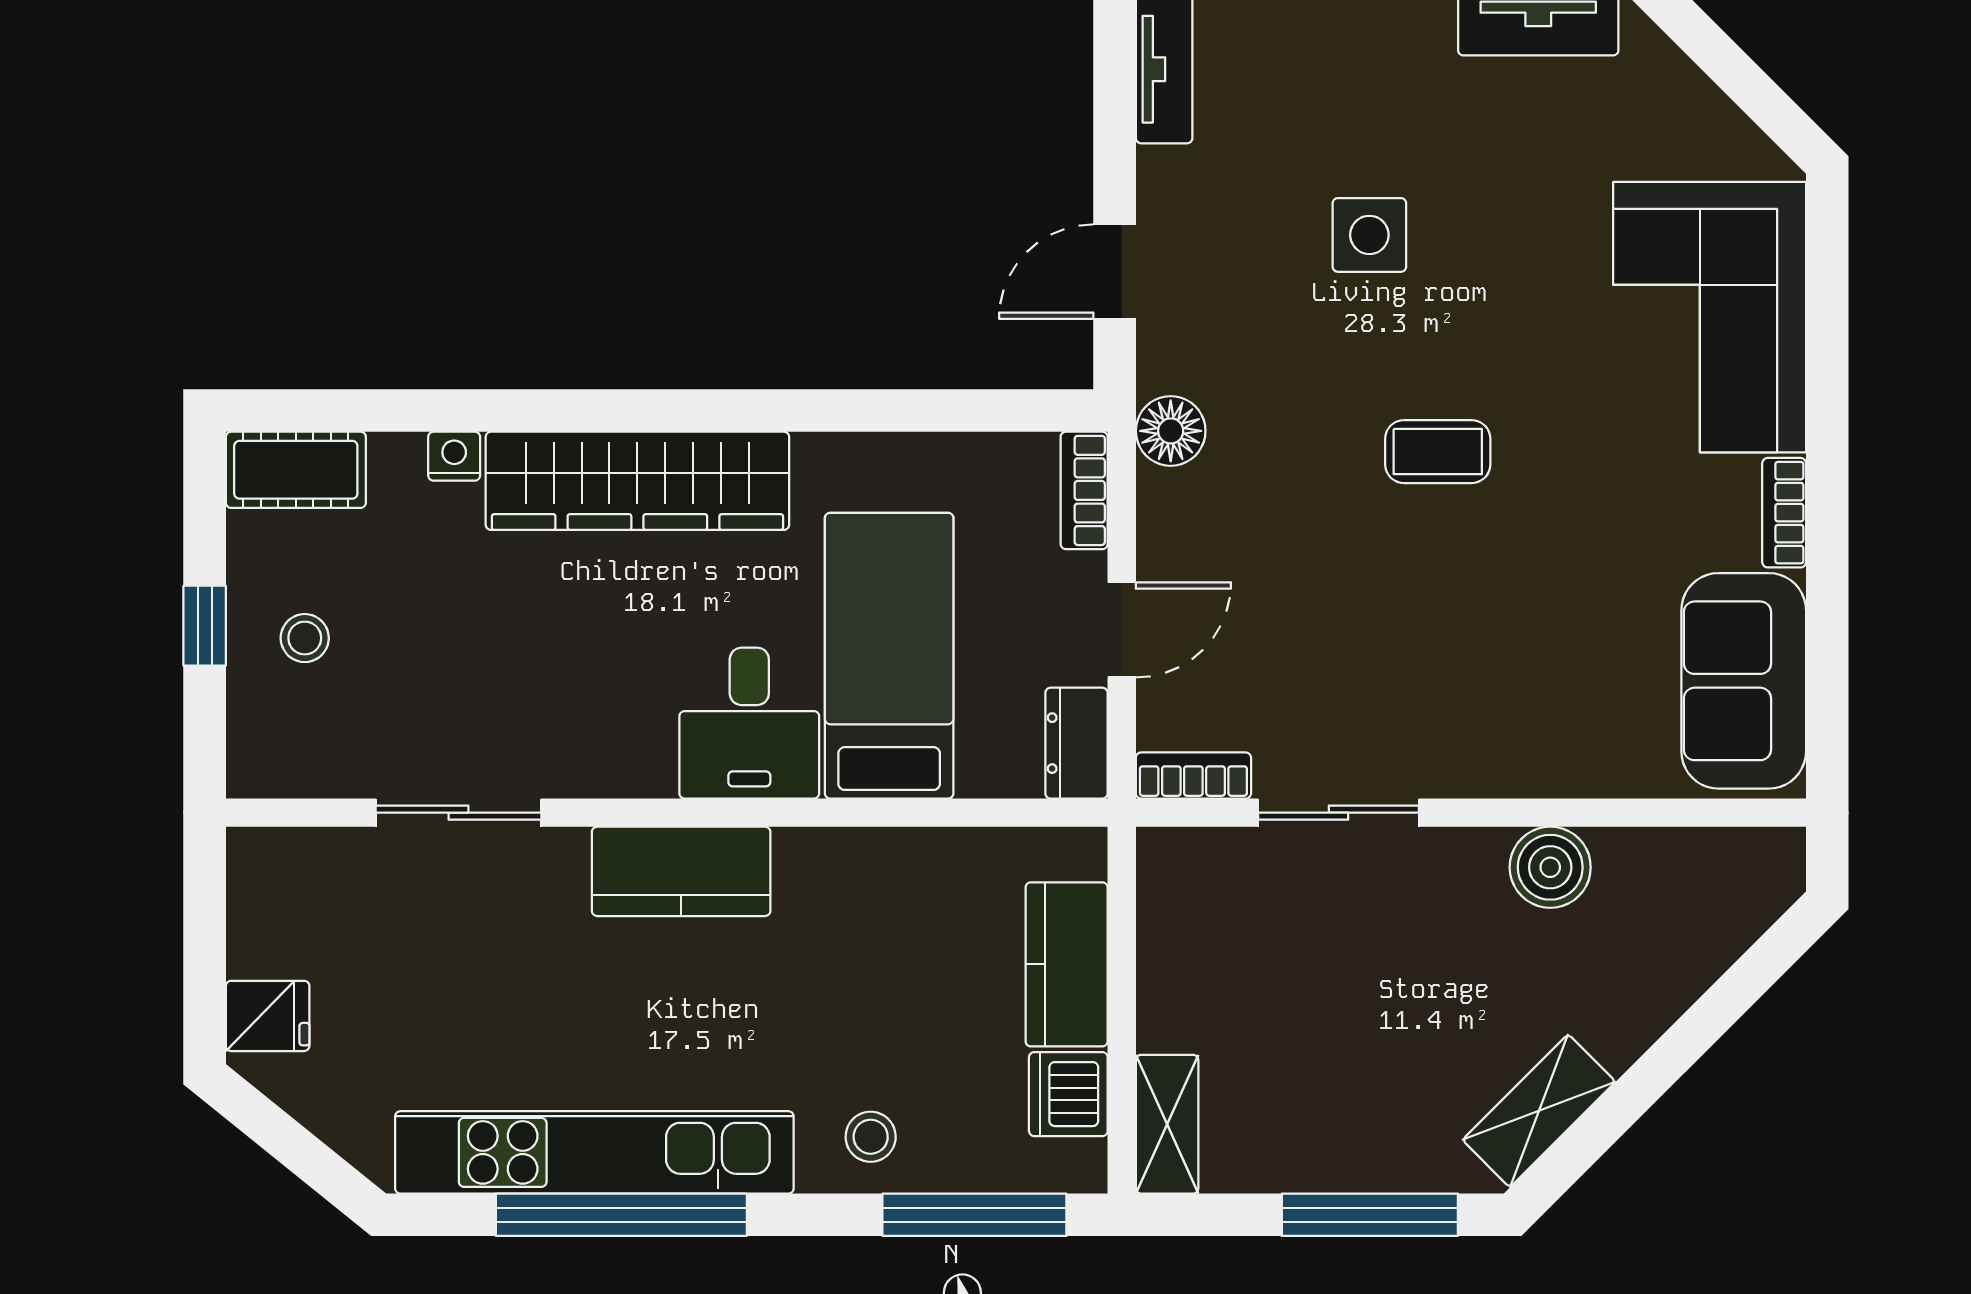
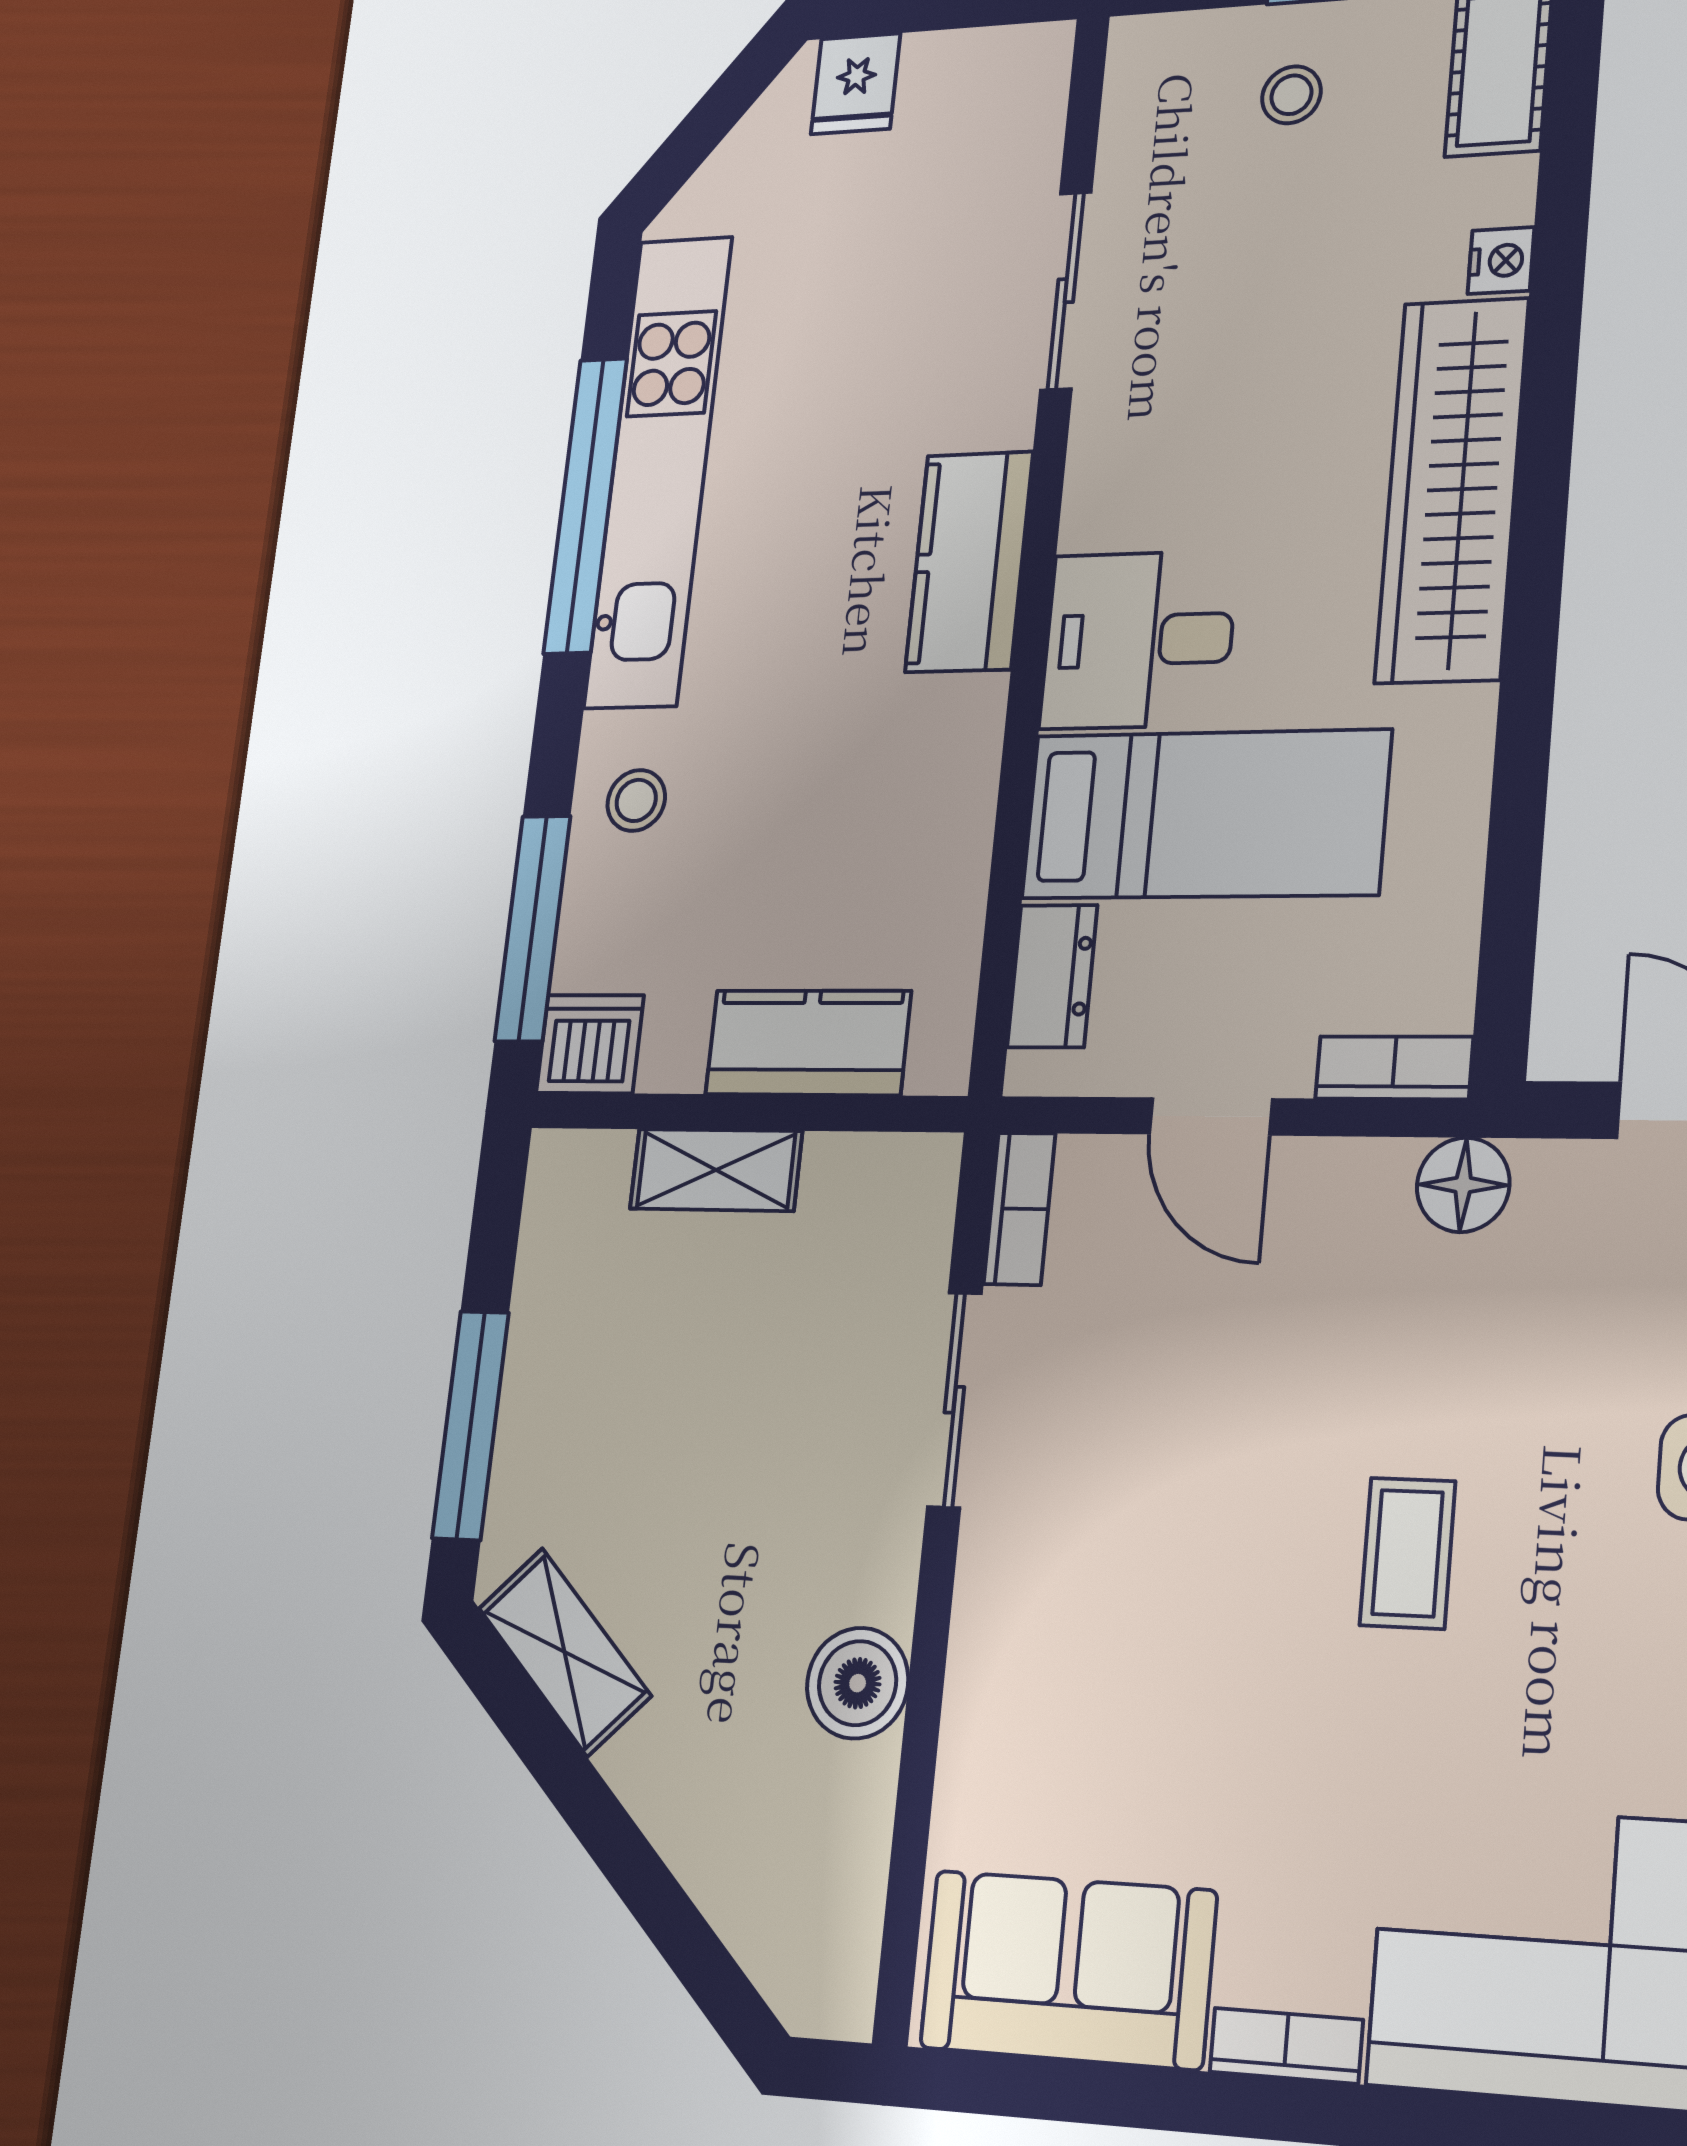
dresser: (1076, 743) -> (1052, 976), moved, turned 90
dishwasher: (1068, 1094) -> (590, 1044), moved
shelving: (1167, 1124) -> (716, 1170), moved

